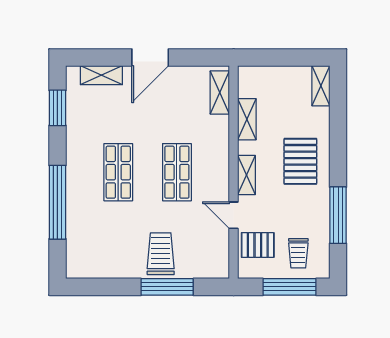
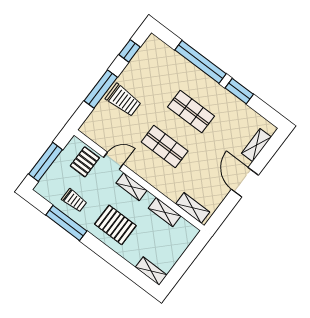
window: (57, 108) -> (239, 91), moved
trolley: (298, 253) -> (74, 200), moved, turned 180
window: (103, 287) -> (130, 51), added

